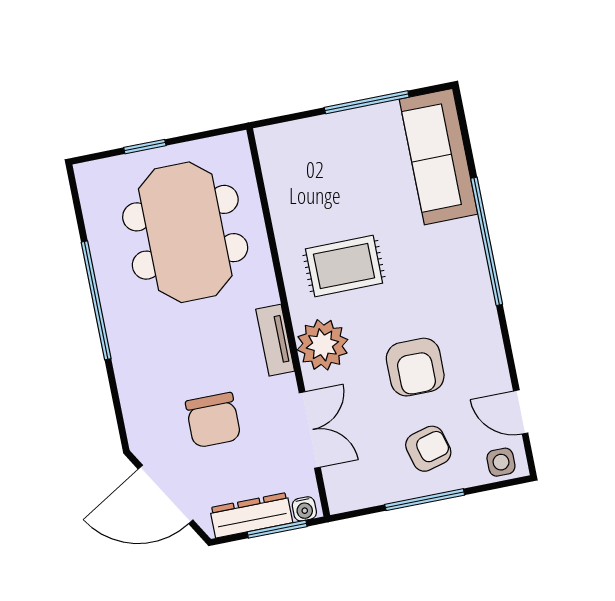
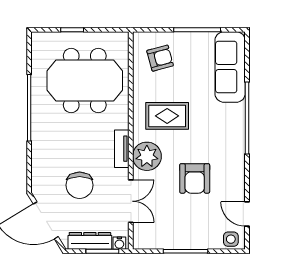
meeting table: (185, 232) -> (85, 81), turned 90
armchair: (428, 449) -> (160, 58), moved

